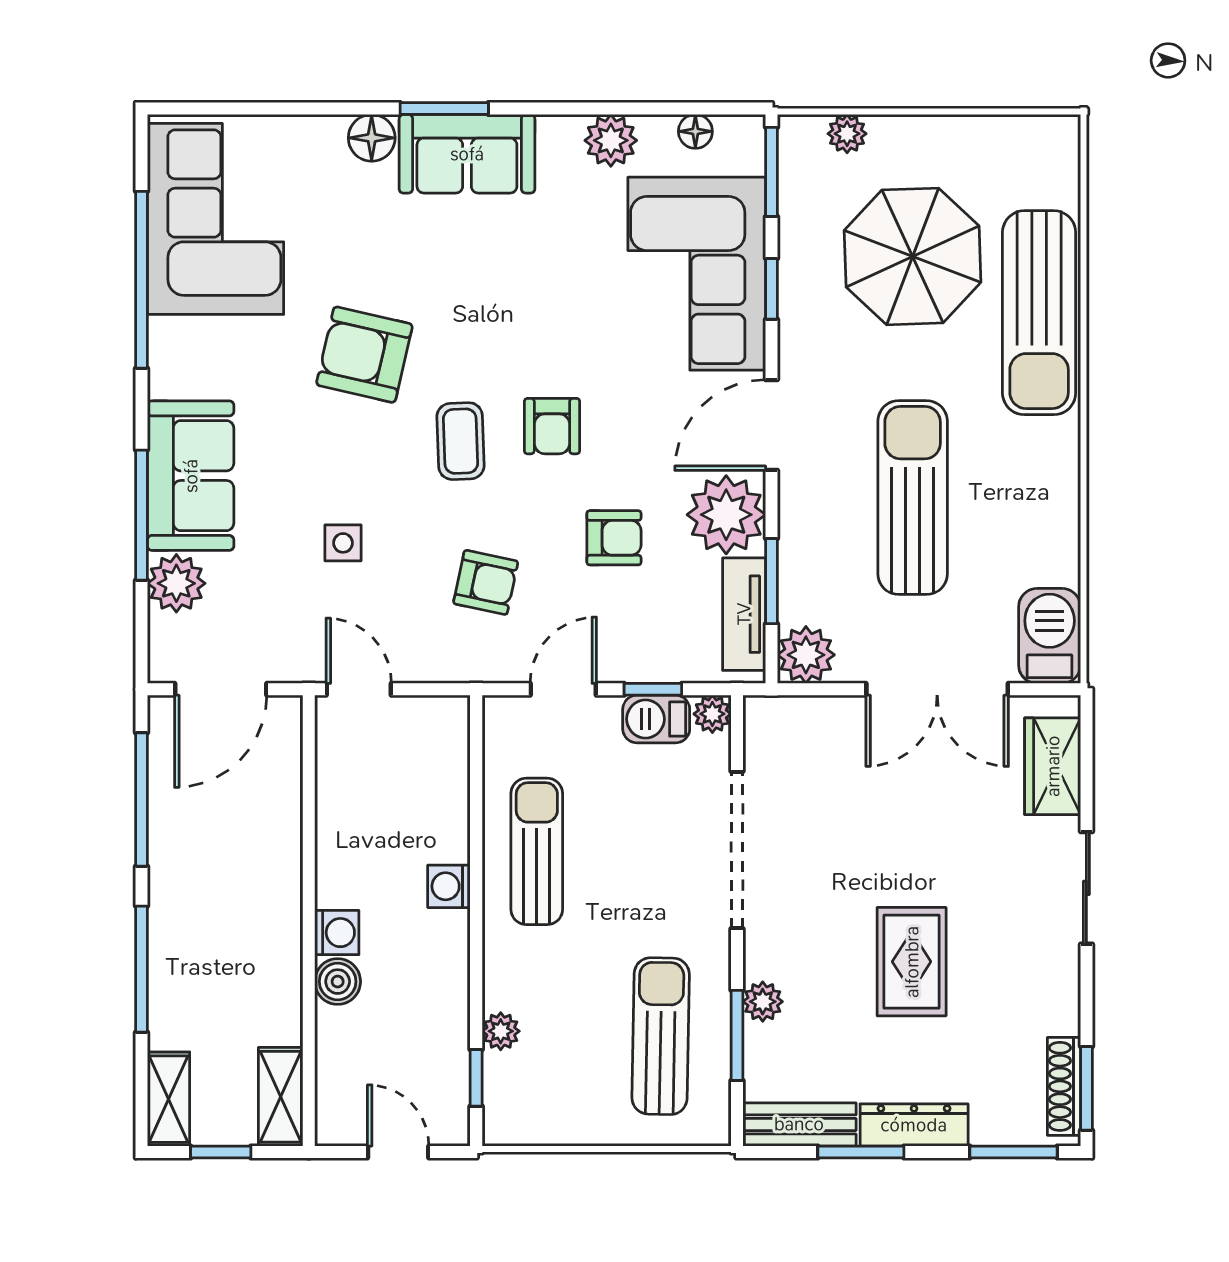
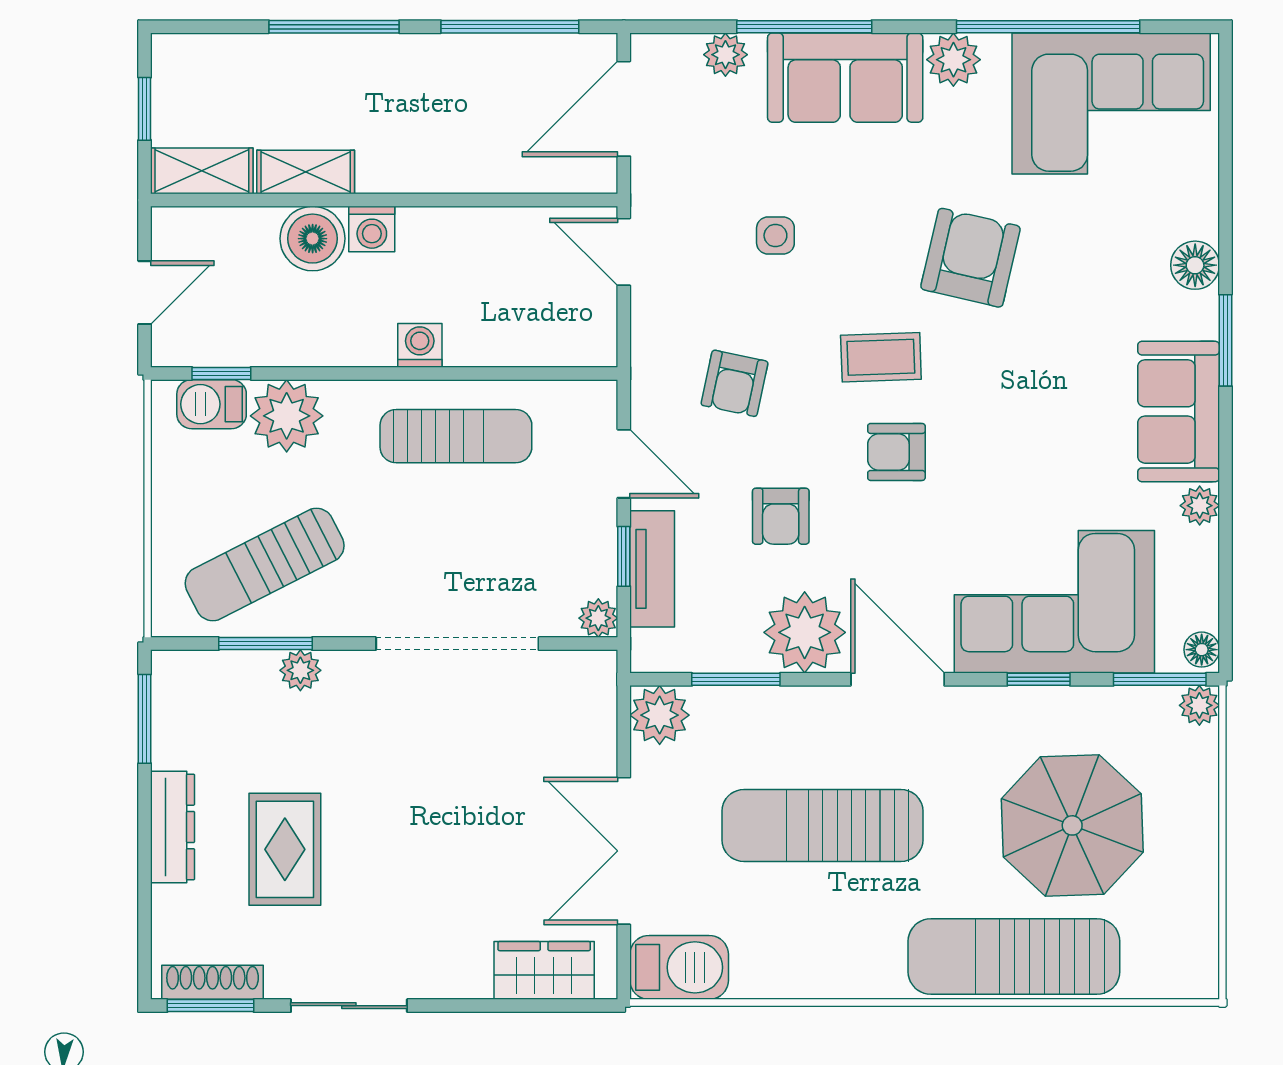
floor lamp: (695, 131) -> (1202, 650), moved
plant: (847, 134) -> (1199, 705), moved
plant: (611, 140) -> (1200, 506), width x0.73, depth x0.73
sofa: (467, 154) -> (1179, 411), moved
plant: (173, 371) -> (953, 60), added
sun lounger: (913, 498) -> (822, 825), turned 180
plant: (176, 583) -> (725, 55), width x0.73, depth x0.73
tv unit: (744, 614) -> (652, 569), moved, turned 90
door: (221, 689) -> (624, 109), hinge flipped
door: (359, 689) -> (624, 252), swing flipped
barbecue: (656, 719) -> (212, 404), moved, turned -90
sliding door: (1086, 888) -> (349, 1006), moved
rug: (912, 962) -> (285, 849), moved, turned 90
boiler: (338, 982) -> (313, 239), width x1.36, depth x1.36
plant: (501, 1031) -> (287, 416), width x1.88, depth x1.88
sun lounger: (661, 1036) -> (265, 564), turned 152
shelving: (169, 1099) -> (306, 172), moved
bench: (799, 1124) -> (173, 708), removed
window: (861, 1152) -> (145, 719), moved
window: (1014, 1152) -> (145, 930), removed

